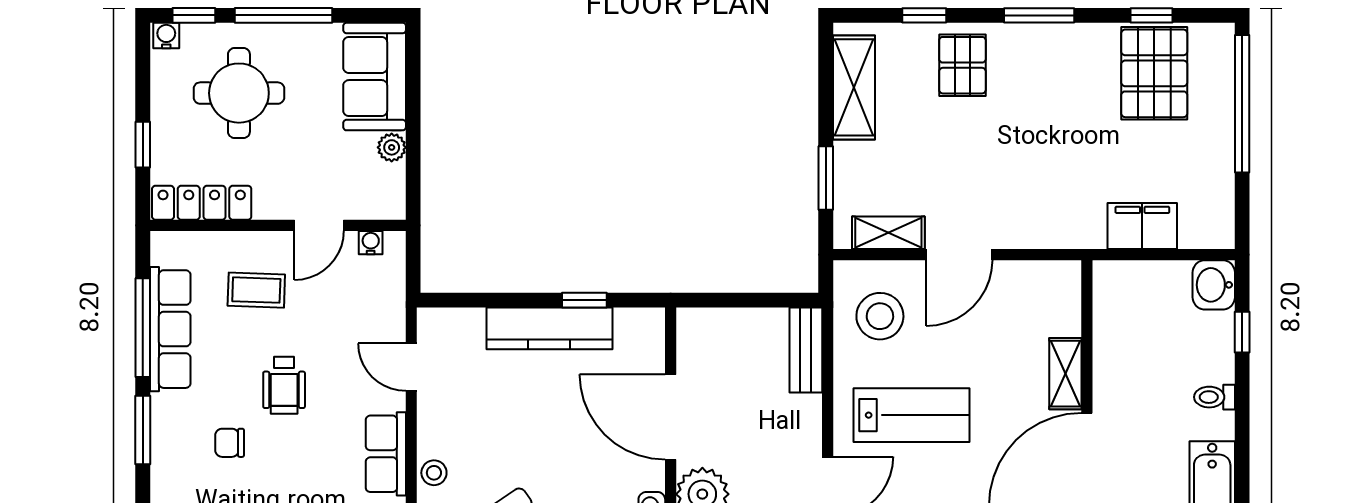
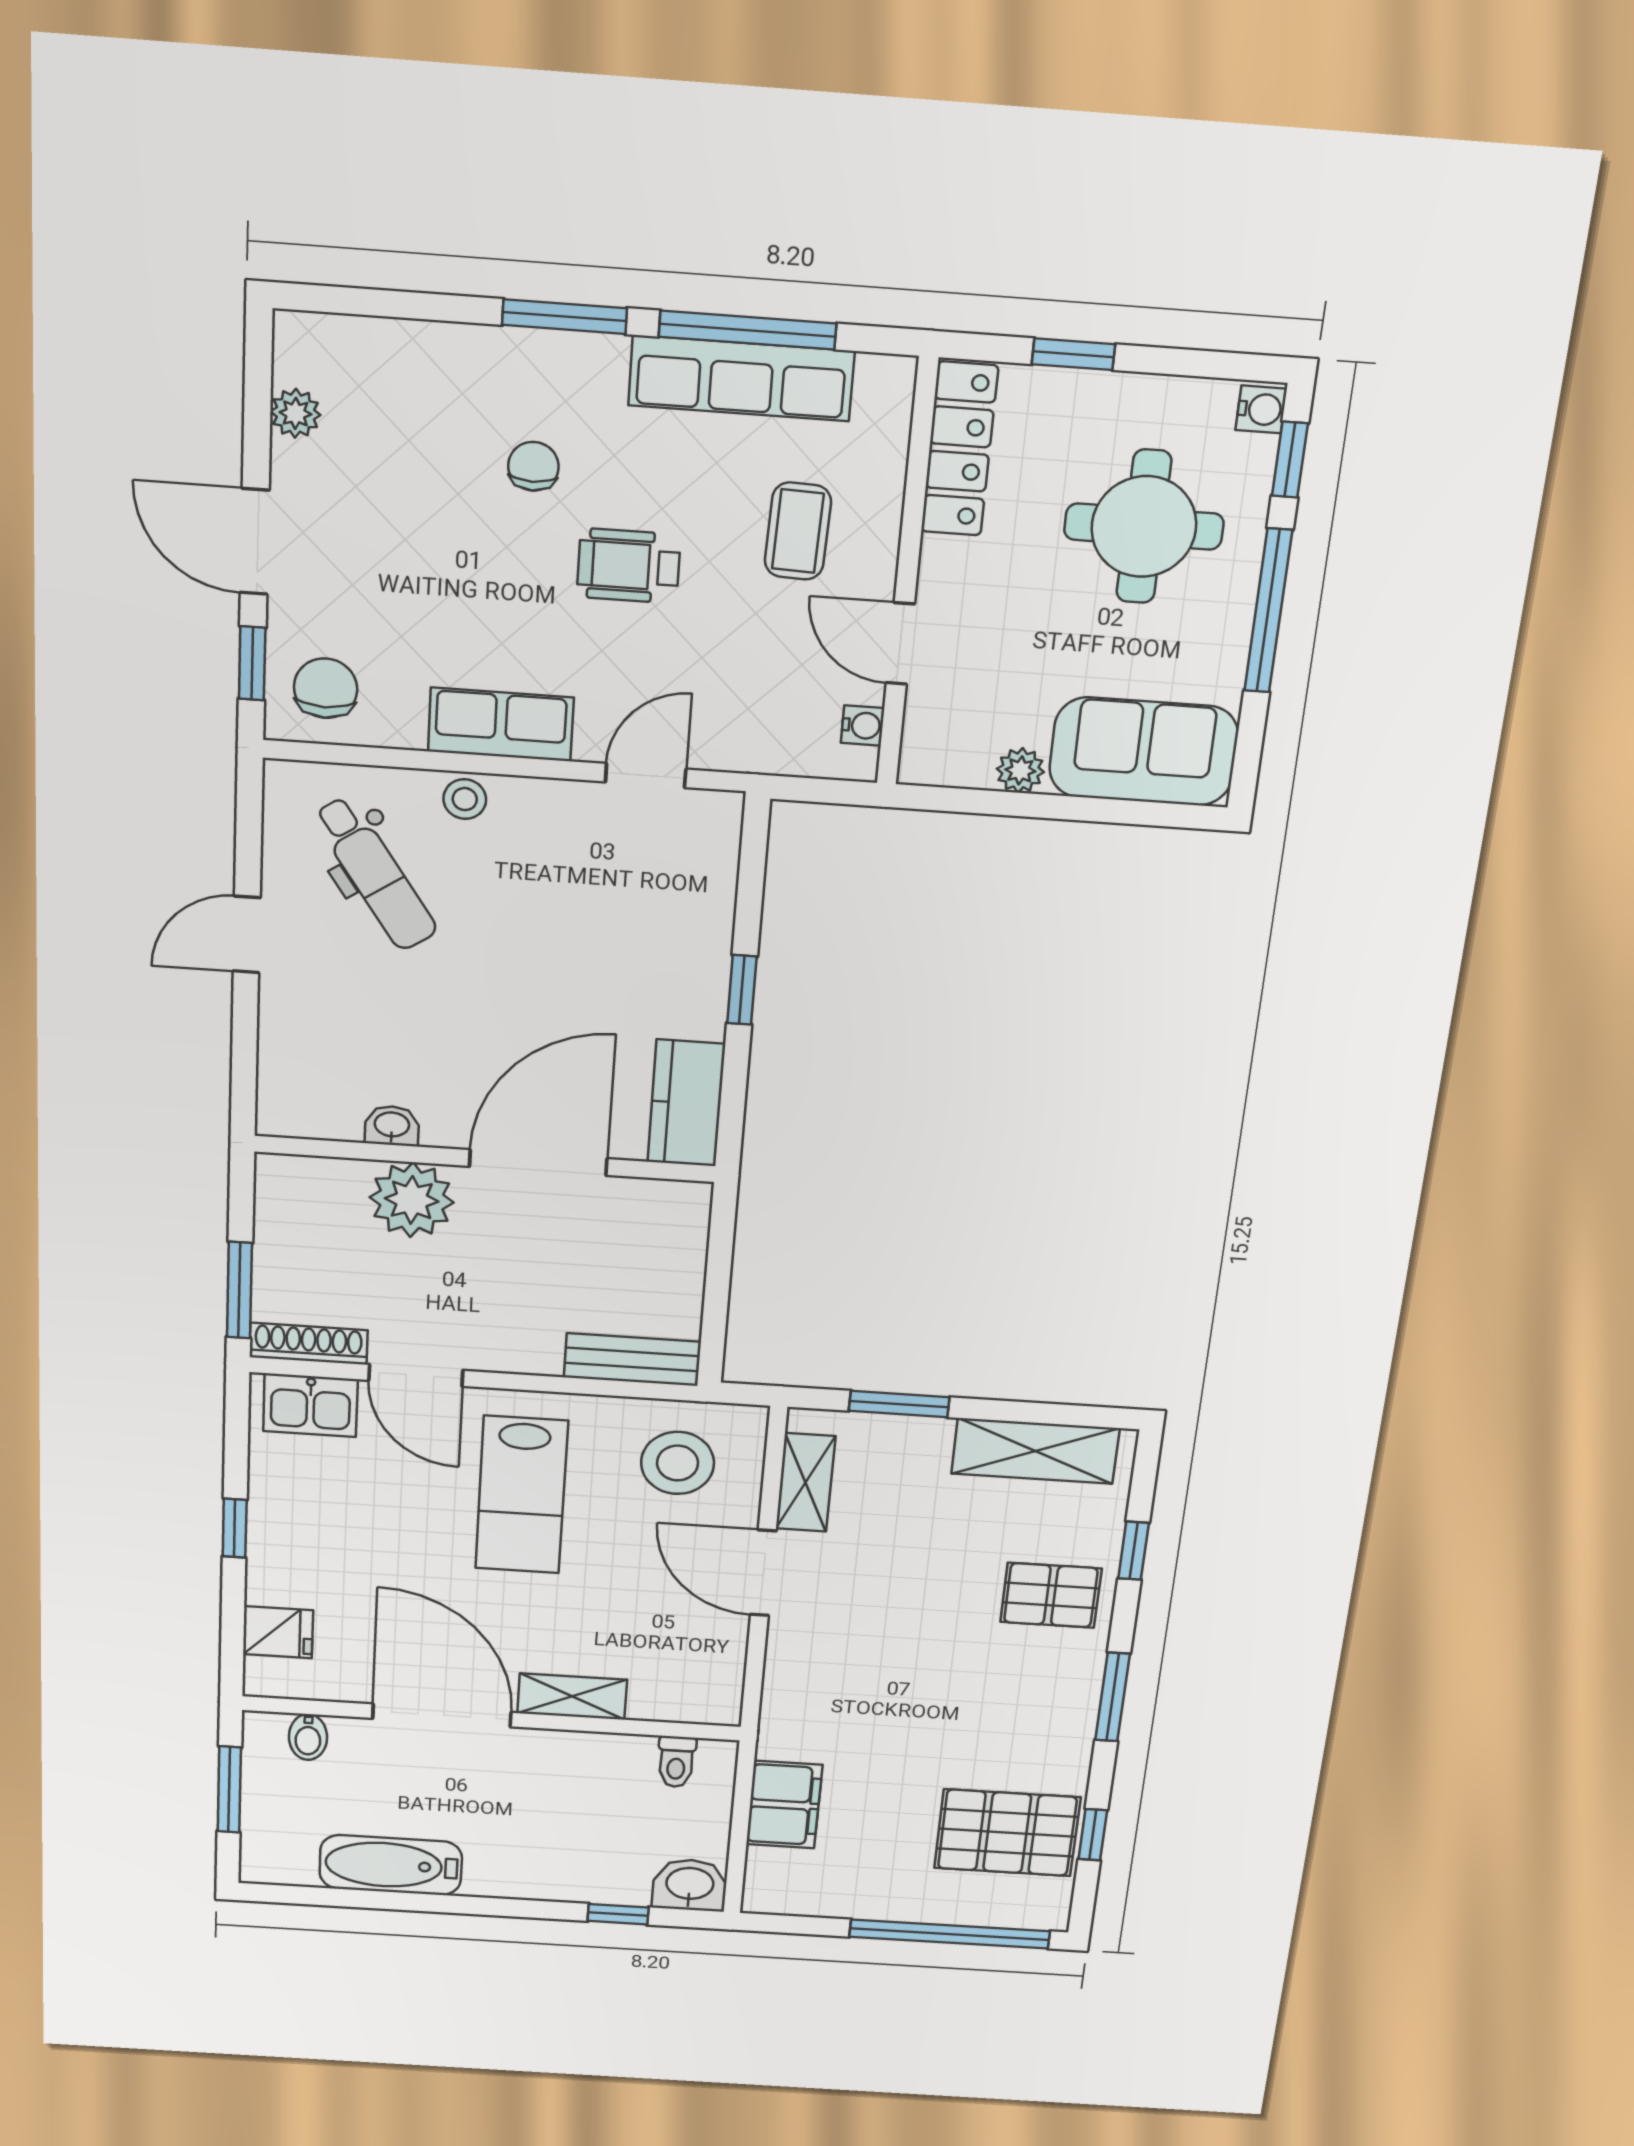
window: (584, 300) -> (742, 990), moved
kitchen counter: (549, 328) -> (686, 1103), moved, width x0.67
toilet: (1214, 397) -> (676, 1762), moved, turned 180

